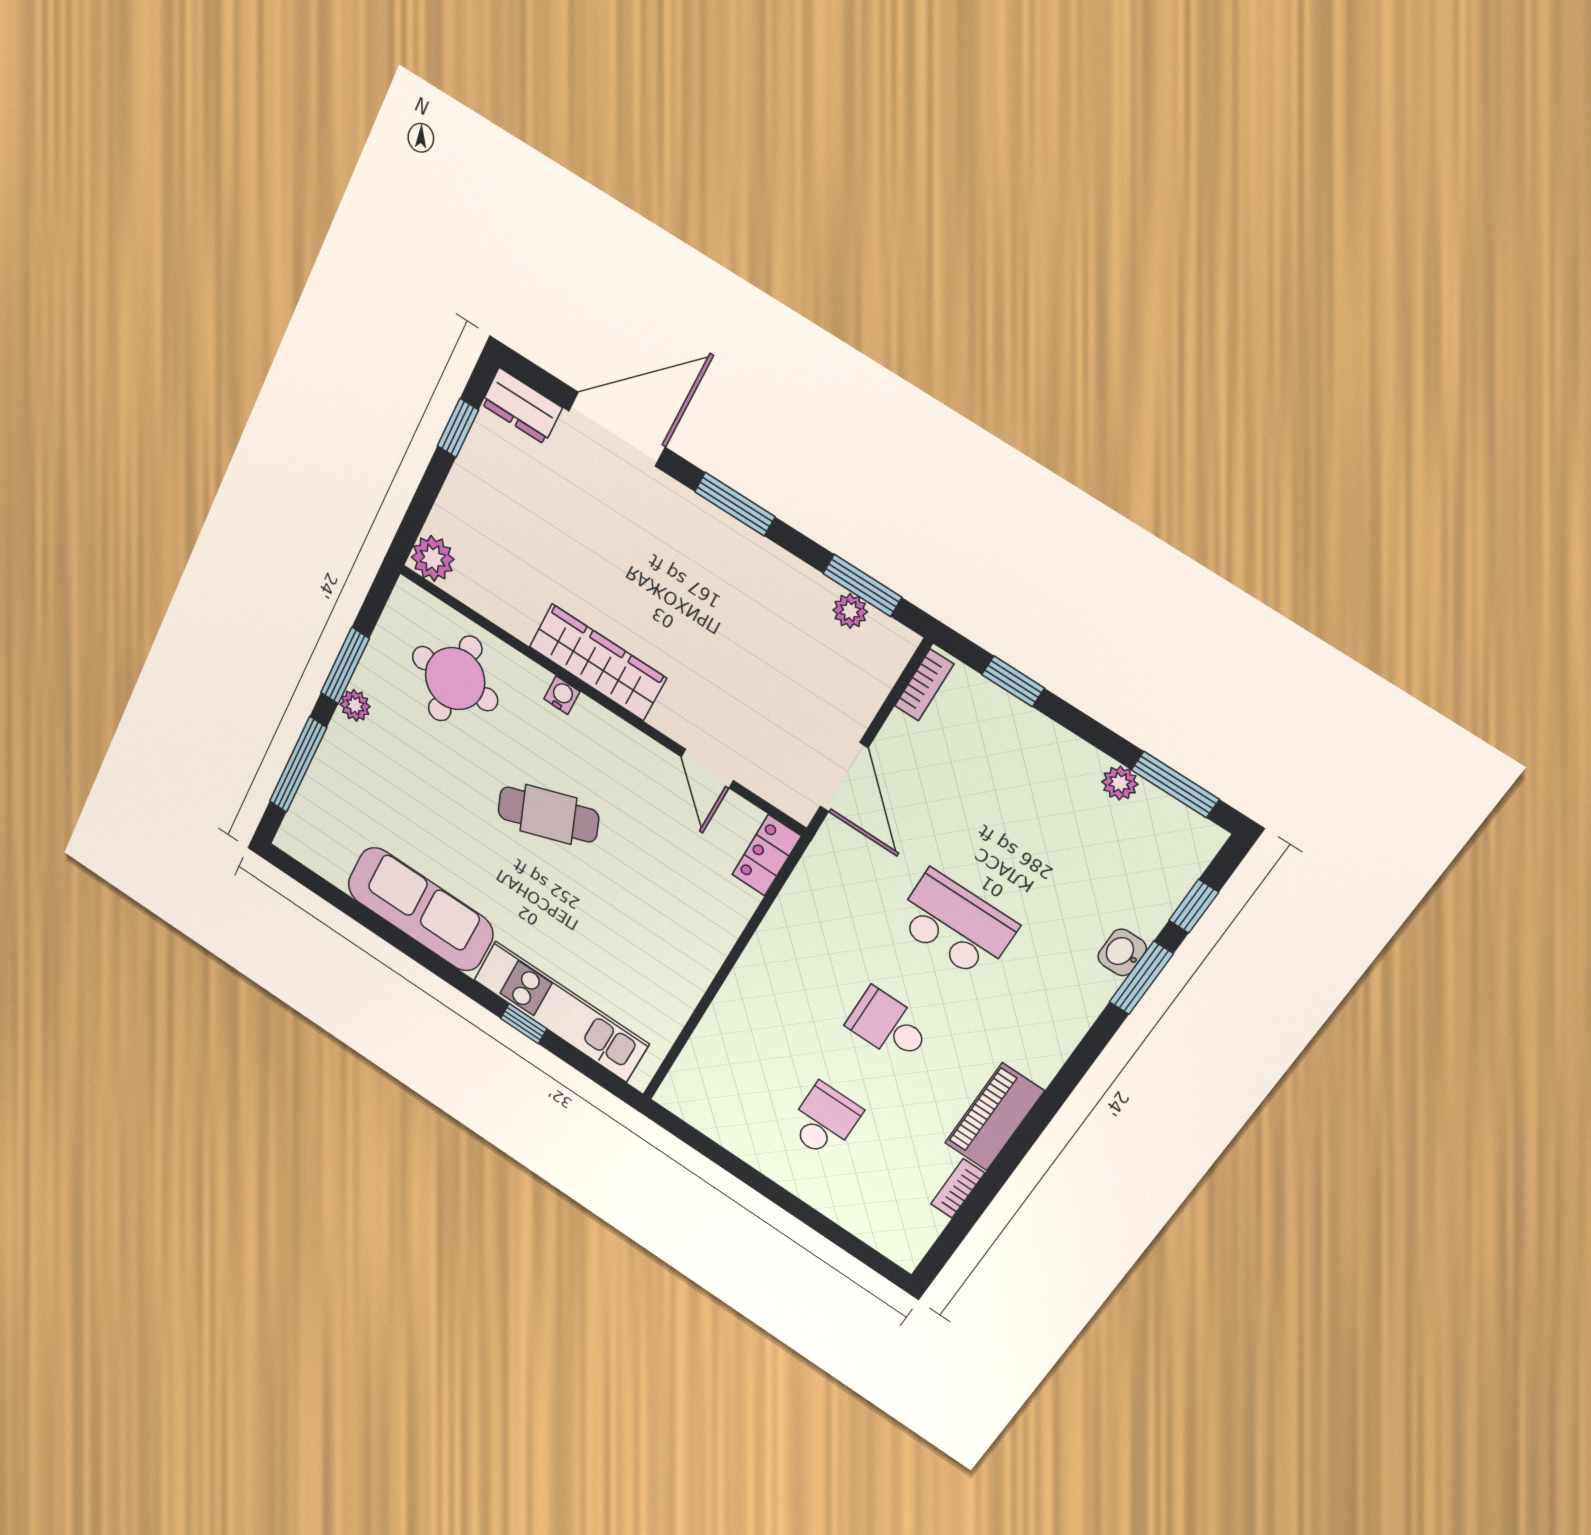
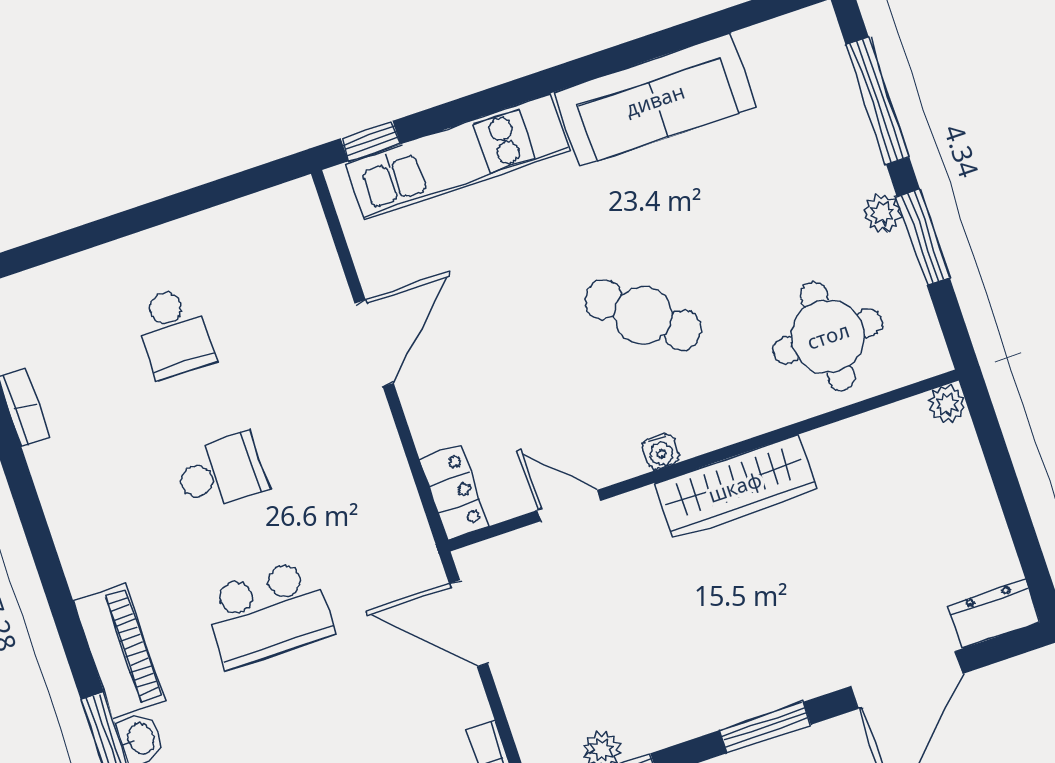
window: (458, 428) -> (1025, 539), removed
plant: (433, 558) -> (947, 404), width x0.73, depth x0.73
water cooler: (562, 695) -> (661, 451), moved
cafe table: (548, 814) -> (643, 315), turned 60
door: (718, 982) -> (374, 343), added
window: (524, 1024) -> (370, 141), moved
piano: (994, 1117) -> (119, 651), moved

